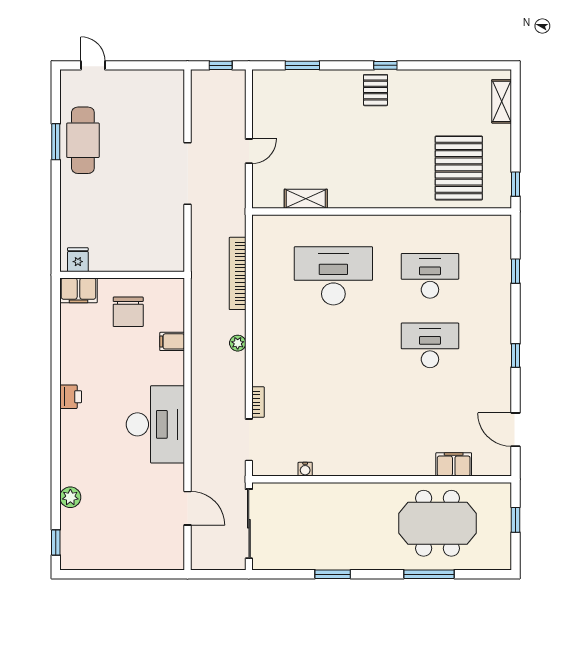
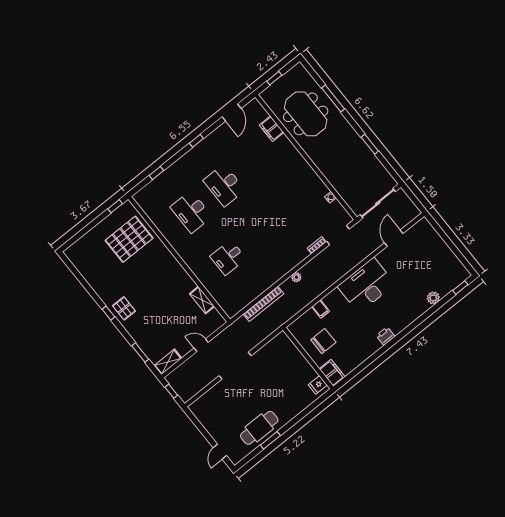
pallet: (376, 90) -> (124, 308), turned 90
shelving: (502, 101) -> (168, 362), moved
desk: (333, 276) -> (228, 258), width x0.53, depth x0.77

